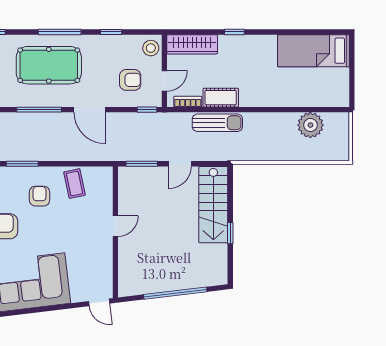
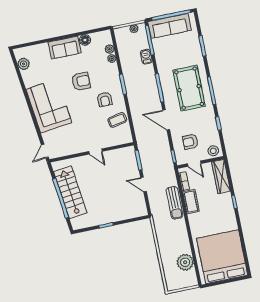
bed: (313, 51) -> (222, 257), width x2.04
armchair: (130, 80) -> (190, 142), turned 90
door: (90, 110) -> (166, 120), hinge flipped
armchair: (40, 196) -> (105, 99), turned 90
stairs: (213, 205) -> (70, 192), moved, turned 83

